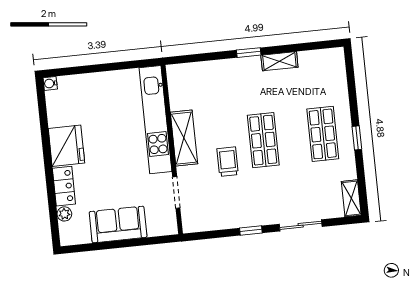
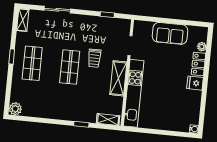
window: (249, 53) -> (81, 124), moved
plant: (334, 58) -> (15, 109), added
shelving: (279, 61) -> (108, 119), moved
fridge: (66, 146) -> (195, 83), width x0.53, depth x0.75
window: (251, 230) -> (107, 15), moved

